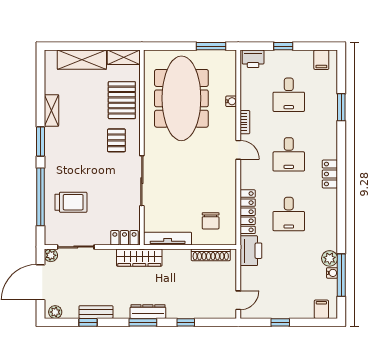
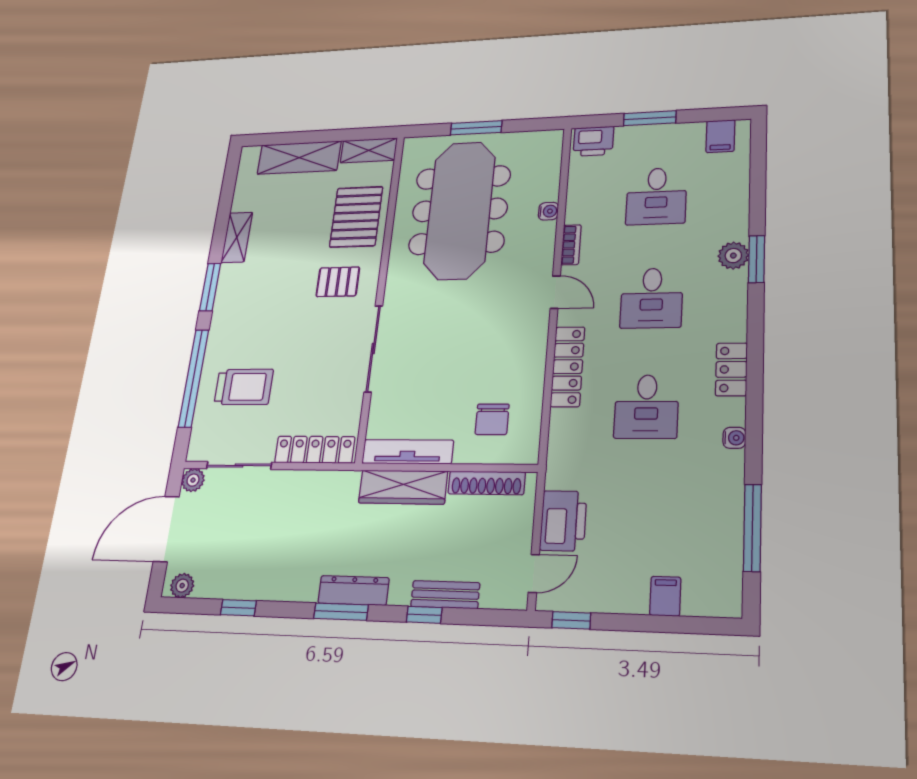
window: (211, 46) -> (476, 128), moved
window: (283, 46) -> (650, 118), width x1.50
window: (341, 107) -> (757, 259), moved
pallet: (116, 140) -> (338, 282), turned 90
locker: (330, 174) -> (731, 369), moved
locker: (248, 212) -> (568, 367), moved
locker: (124, 238) -> (315, 450), width x1.53
printer: (251, 251) -> (563, 521), moved
wardrobe: (139, 258) -> (403, 487), moved
plant: (330, 258) -> (733, 256), moved
water cooler: (332, 273) -> (734, 438), moved
filing cabinet: (321, 309) -> (665, 596), moved
bench: (96, 312) -> (445, 595), moved
window: (280, 322) -> (571, 620), moved

